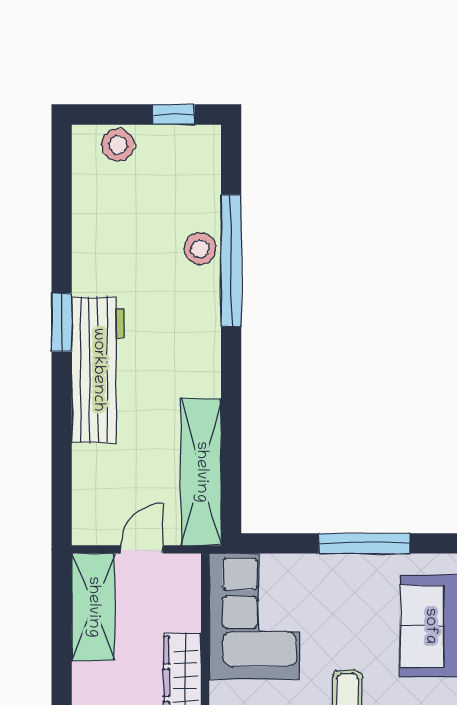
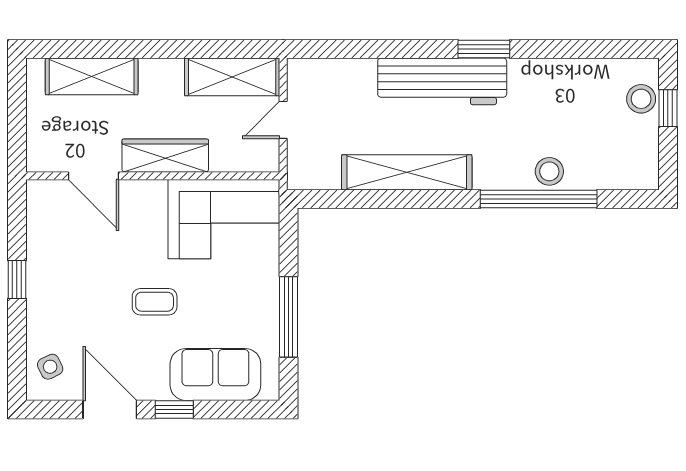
window: (173, 114) -> (668, 108), moved
shelving: (201, 472) -> (407, 172), moved
door: (142, 549) -> (283, 120), swing flipped

